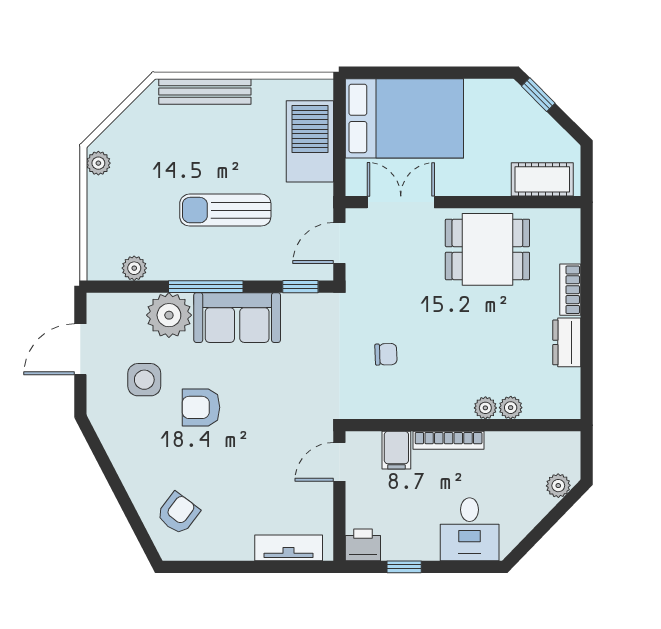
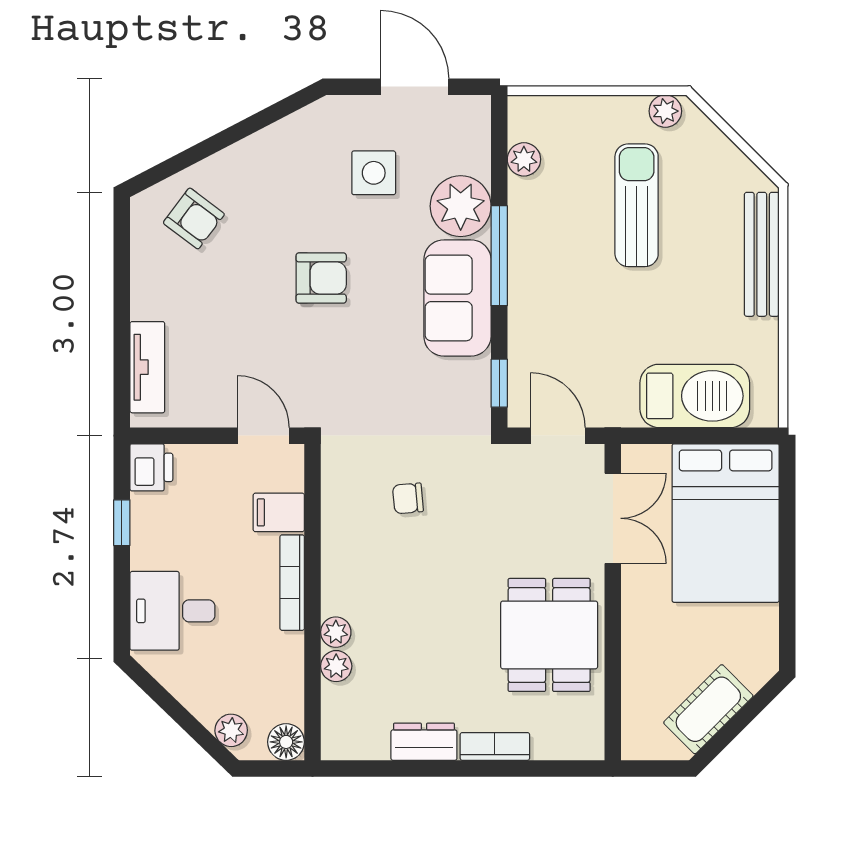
window: (538, 95) -> (758, 703), removed
cot: (542, 179) -> (708, 709), moved, turned 45
sun lounger: (225, 210) -> (637, 205), moved
chair: (386, 354) -> (408, 498), turned 87
armchair: (201, 407) -> (321, 278), moved, turned 90
floor lamp: (567, 445) -> (286, 742), added

